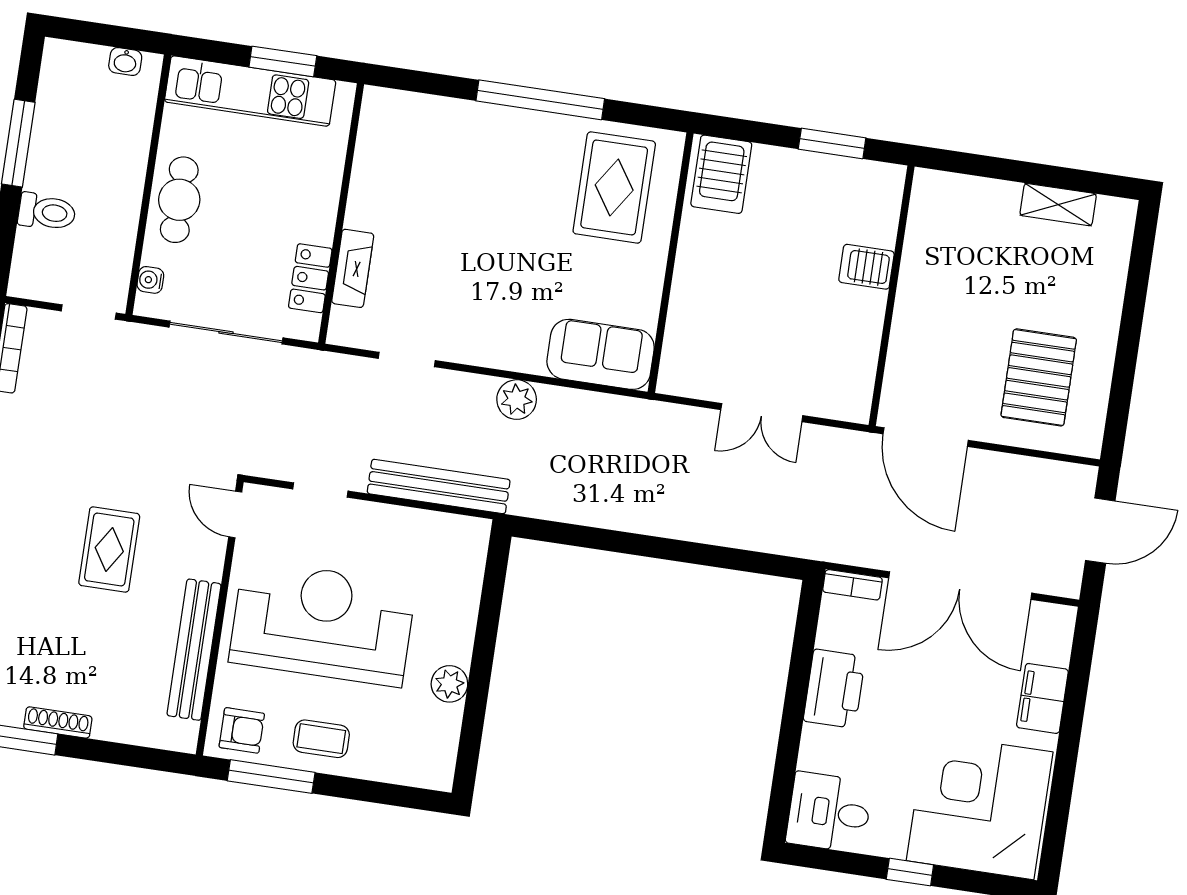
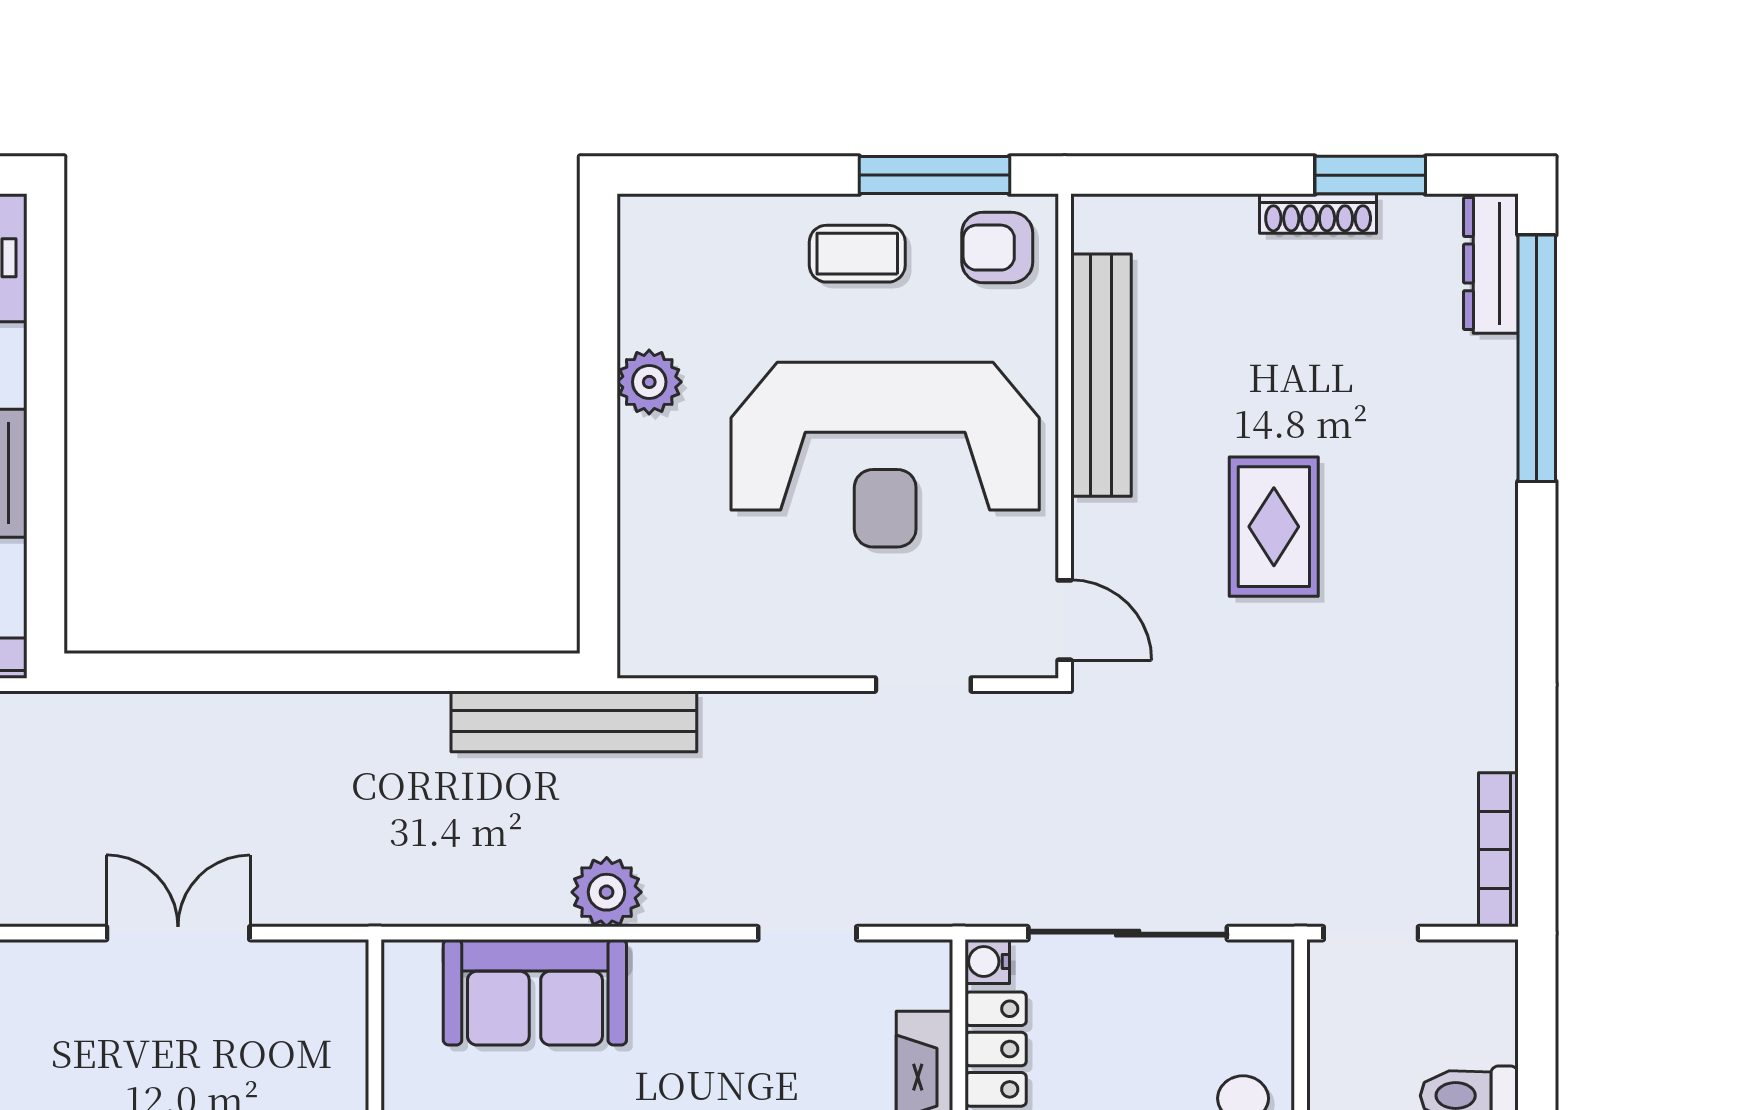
water cooler: (150, 280) -> (987, 961), moved, turned 180
sofa: (601, 354) -> (535, 992), moved
bench: (439, 486) -> (574, 721), moved

